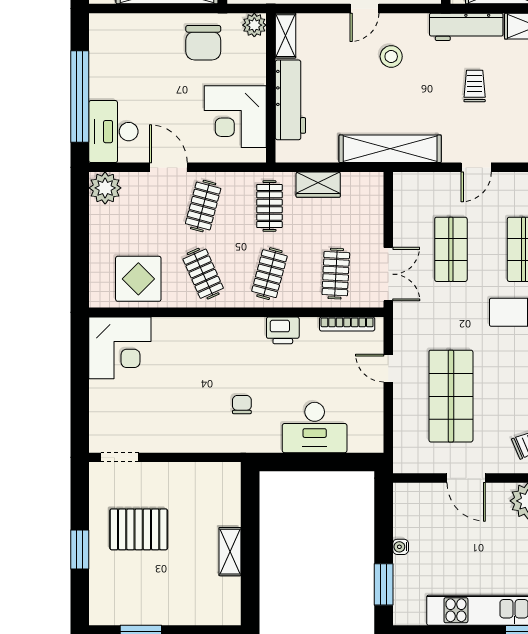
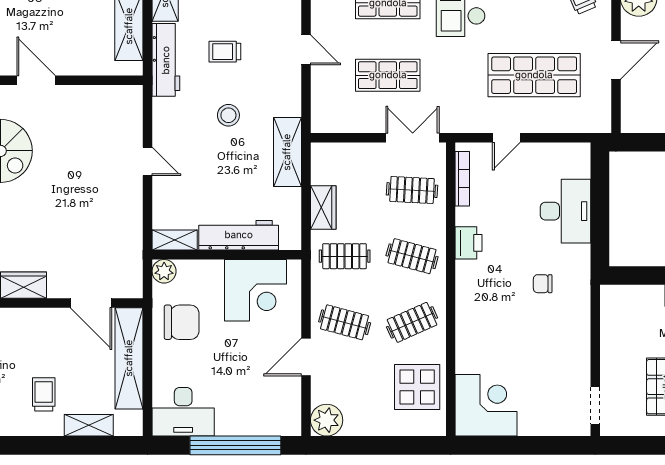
stool: (391, 56) -> (228, 115), moved
desk: (113, 132) -> (183, 412), moved
shelving: (390, 149) -> (287, 152), width x0.68

